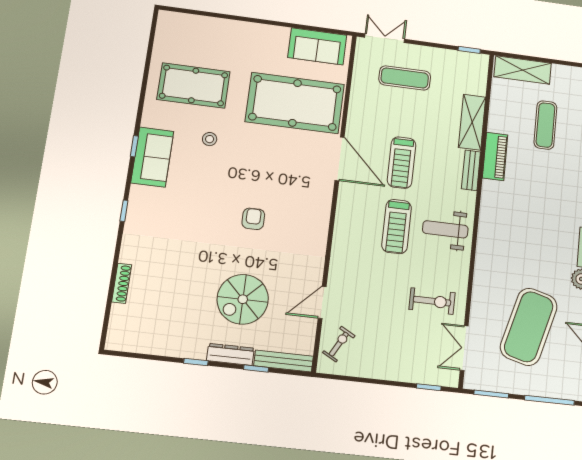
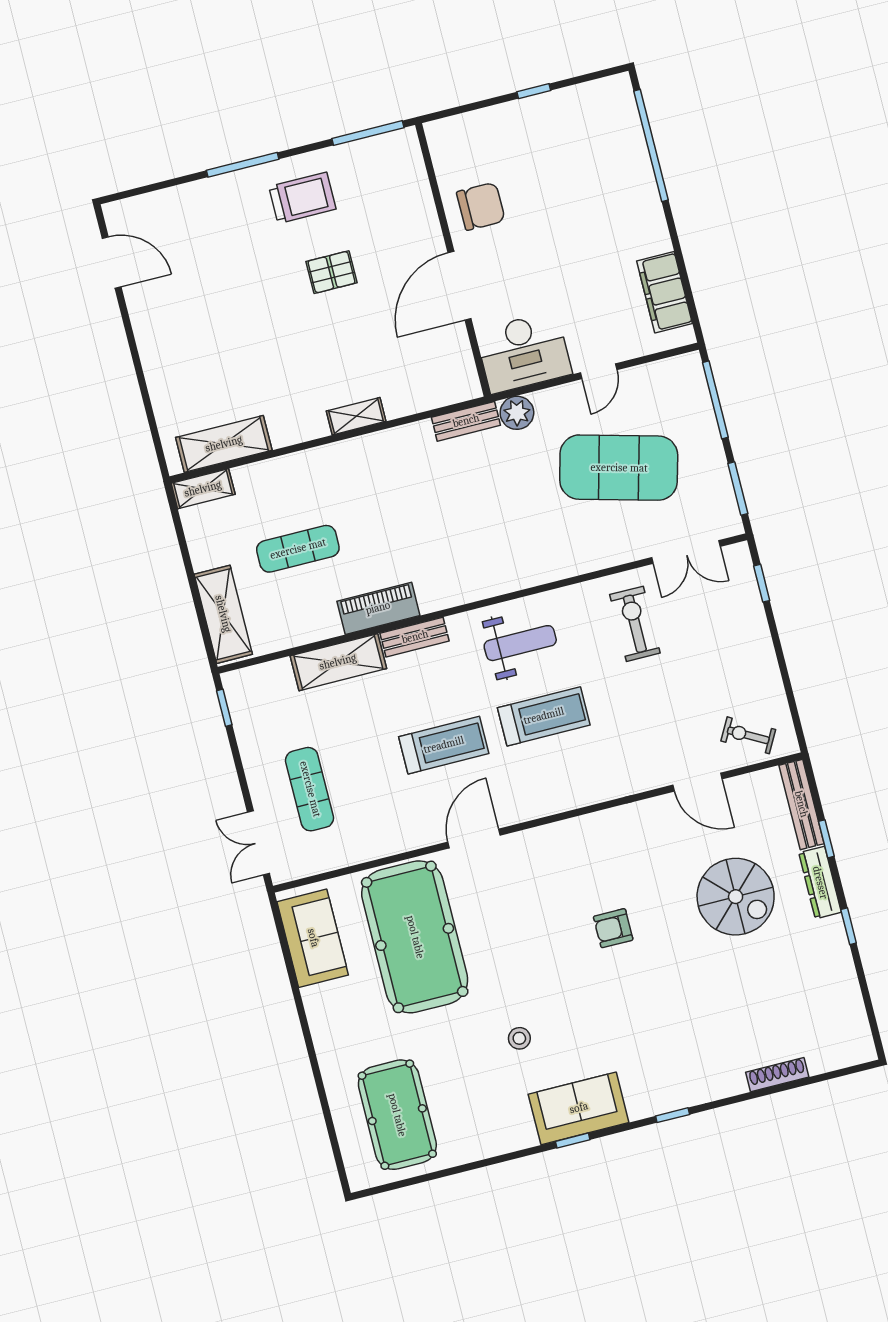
pool table: (194, 85) -> (397, 1115), moved
door: (340, 159) -> (474, 839), width x0.73
weight bench: (445, 229) -> (520, 643), turned -90

